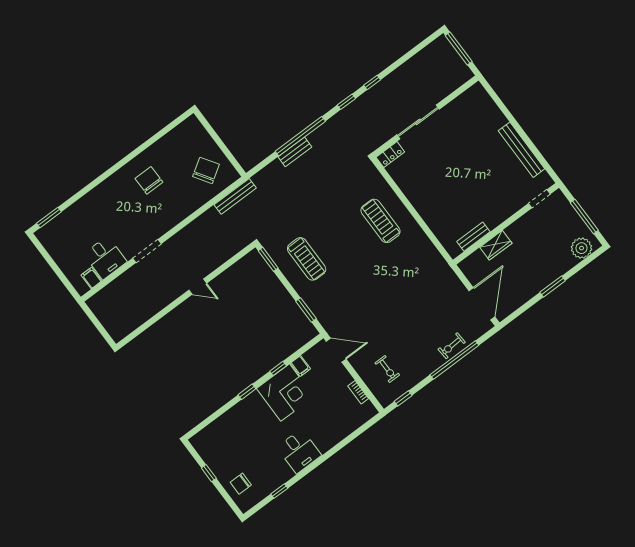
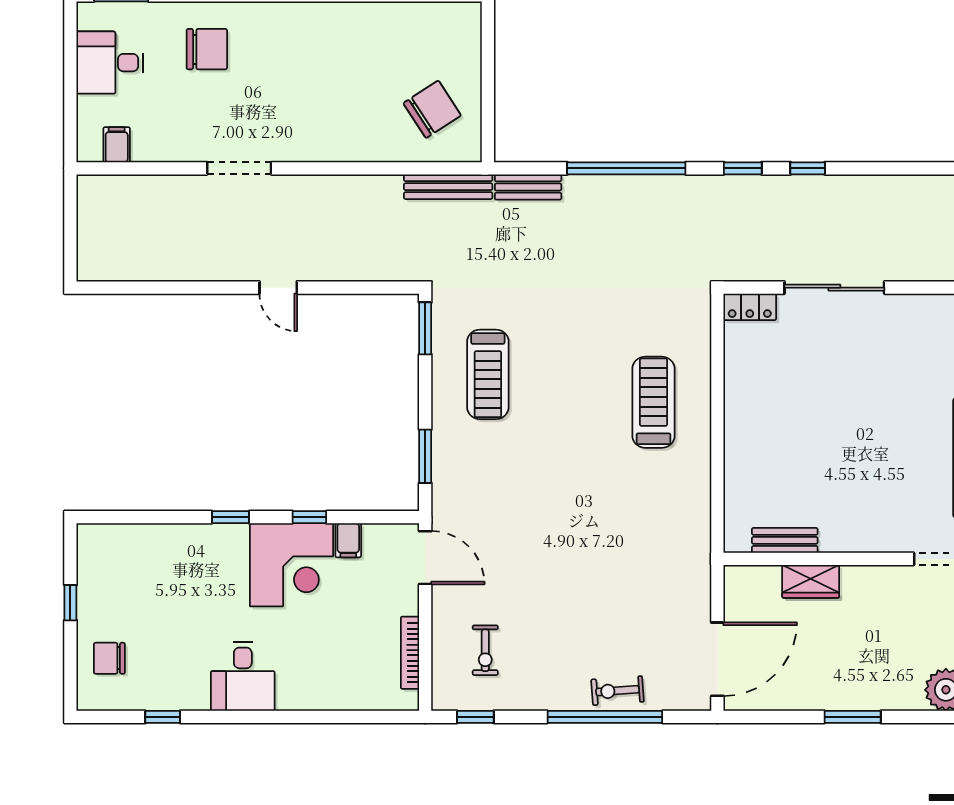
bench: (295, 152) -> (528, 187), moved
chair: (149, 180) -> (207, 49), moved, turned 90
desk: (105, 258) -> (110, 63), moved, turned 90
bookcase: (358, 392) -> (410, 653), width x1.56

